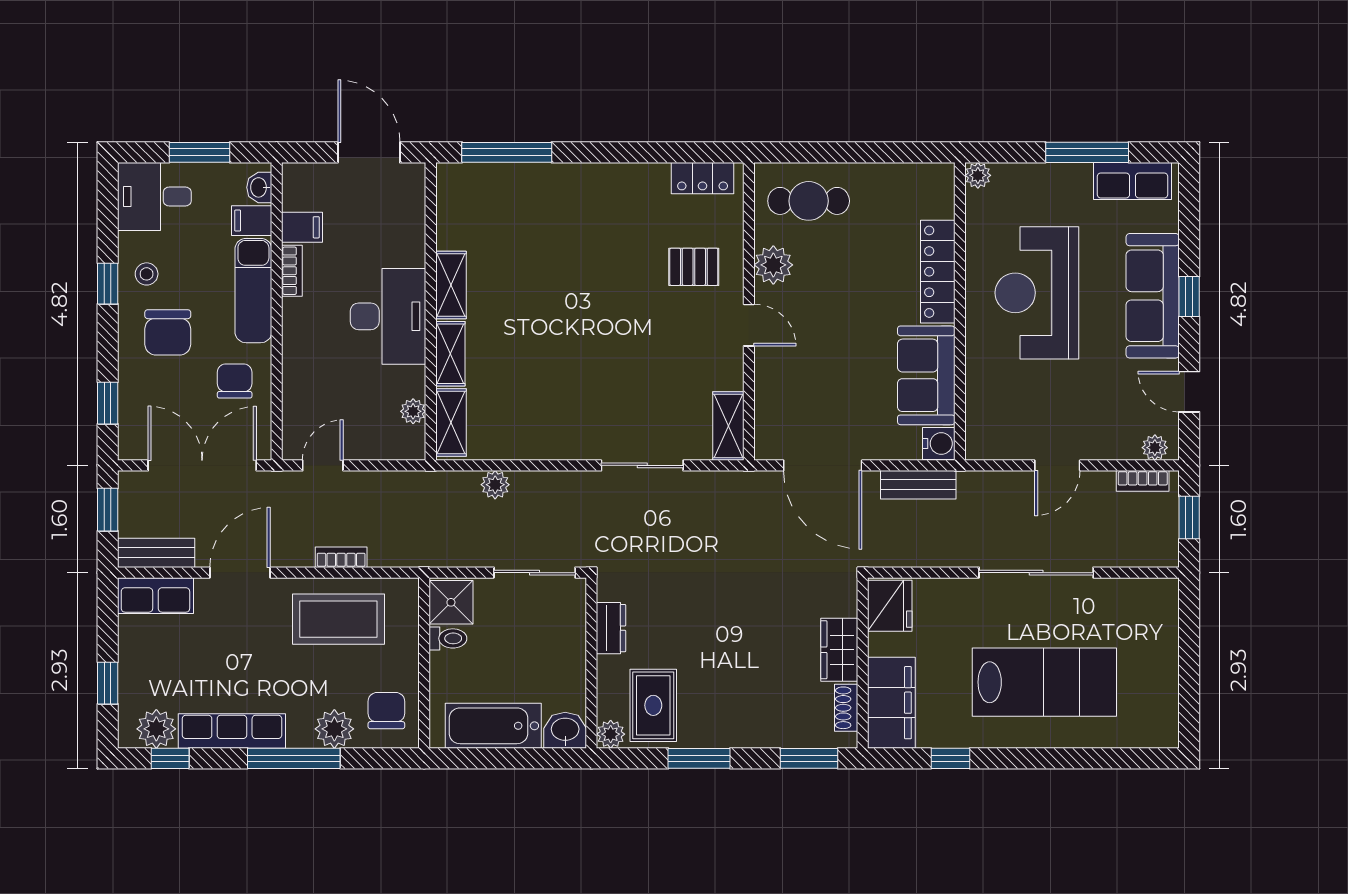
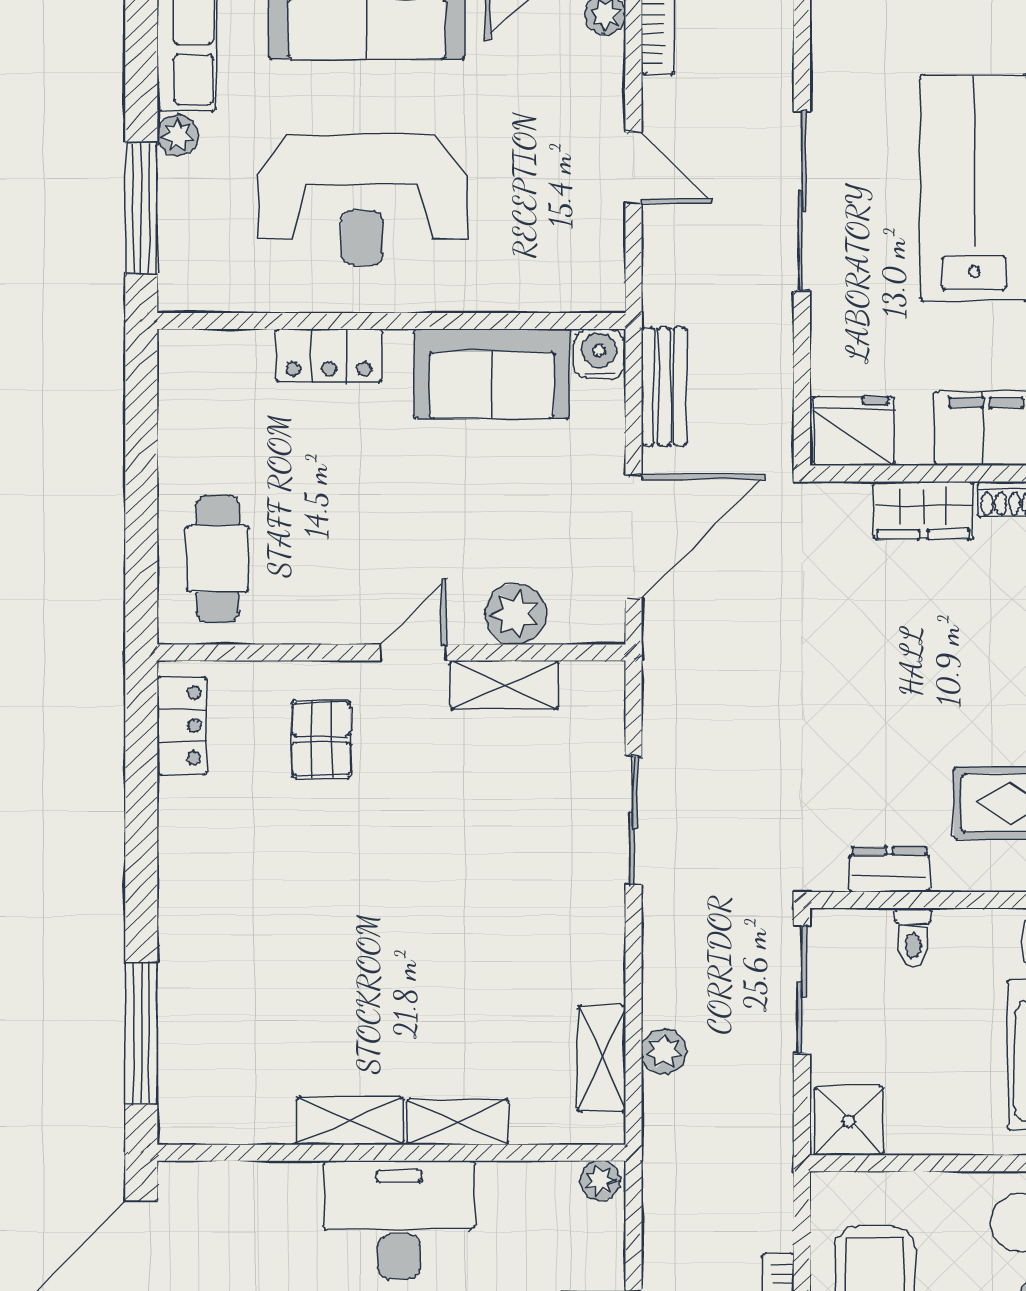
window: (1087, 152) -> (141, 208), moved
plant: (978, 175) -> (177, 135), moved
plant: (773, 265) -> (515, 614), moved
locker: (938, 272) -> (329, 356), width x0.66
plant: (413, 411) -> (600, 1181), moved
shelving: (451, 423) -> (602, 1058), moved, turned 90
shelving: (728, 426) -> (504, 685), moved
toilet: (448, 638) -> (913, 937), moved, turned 180

